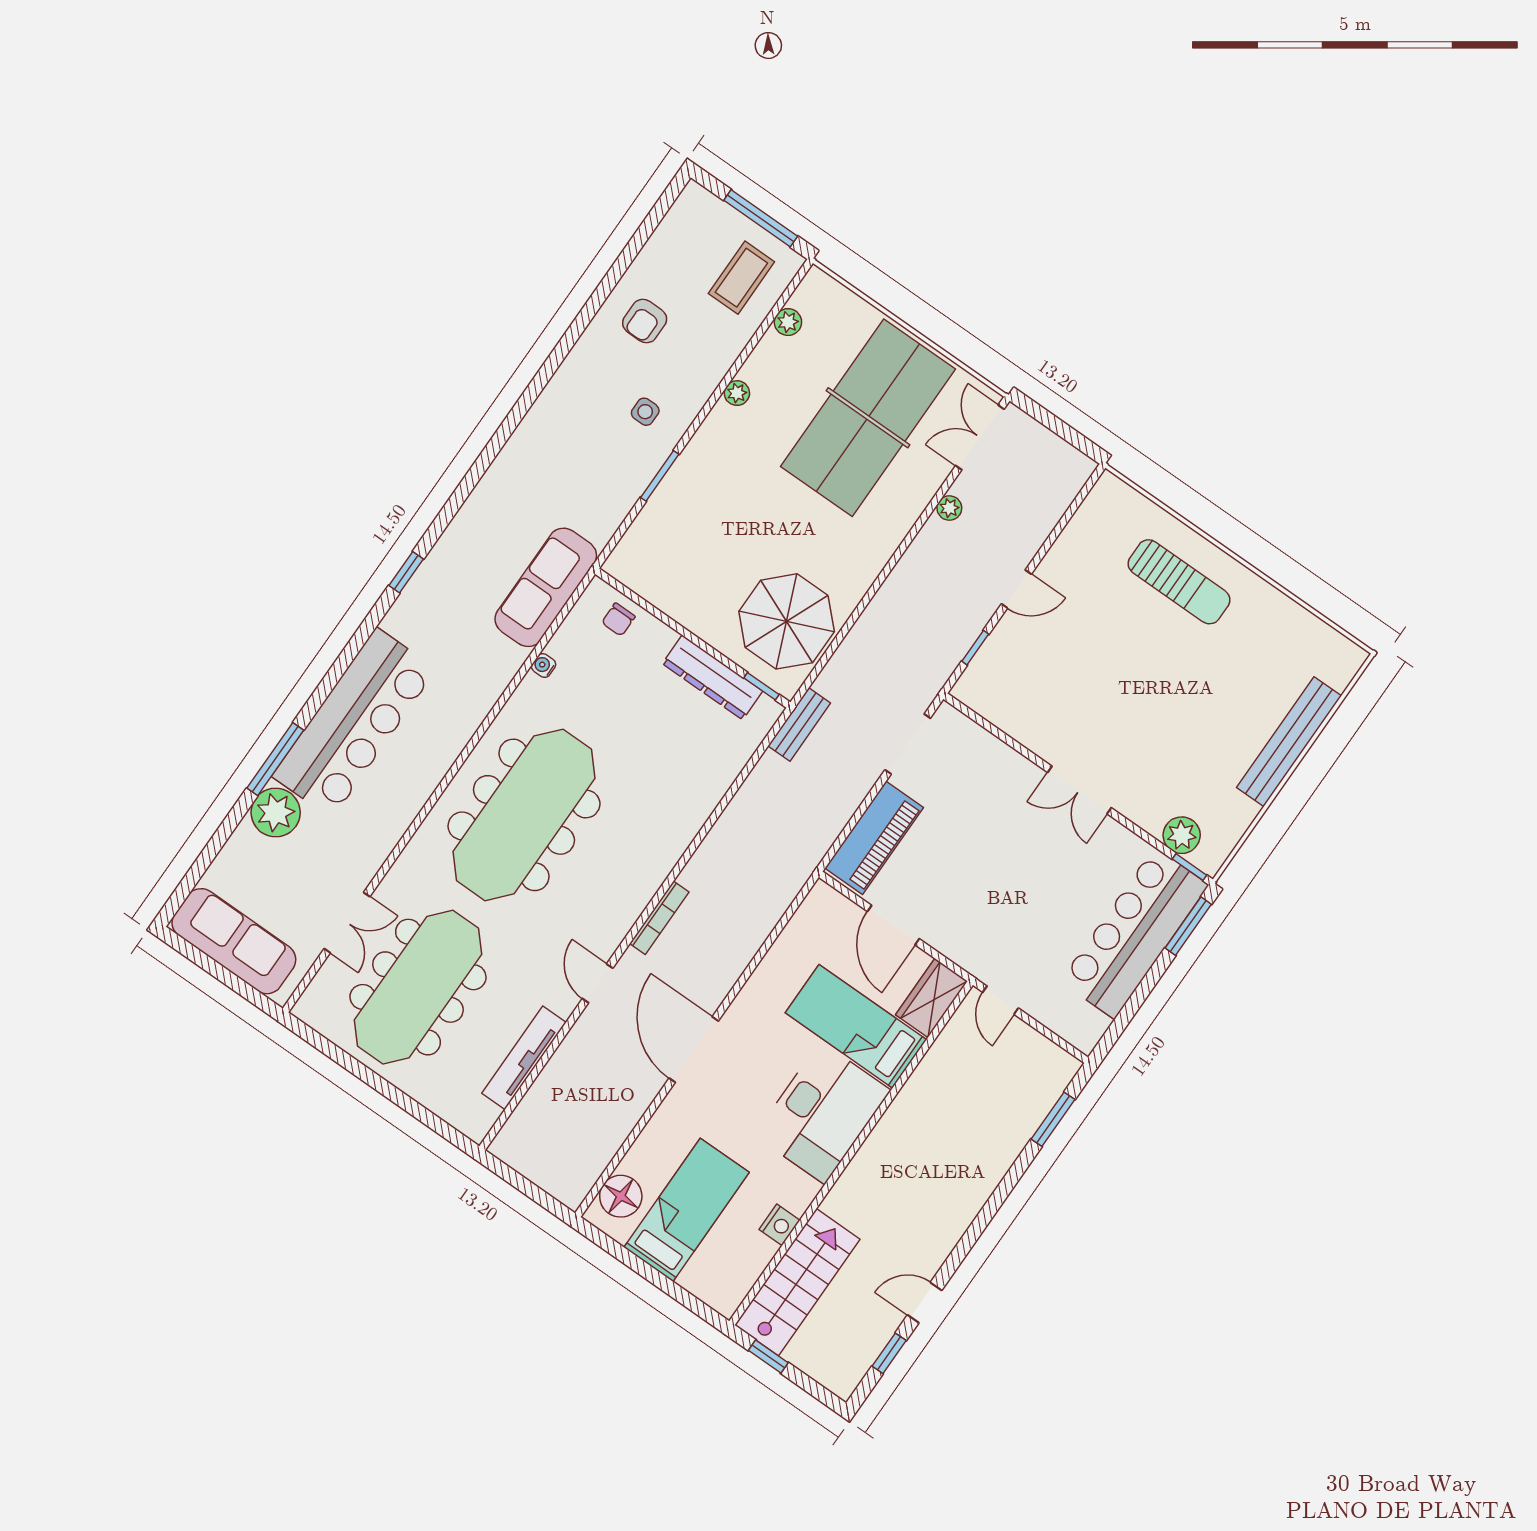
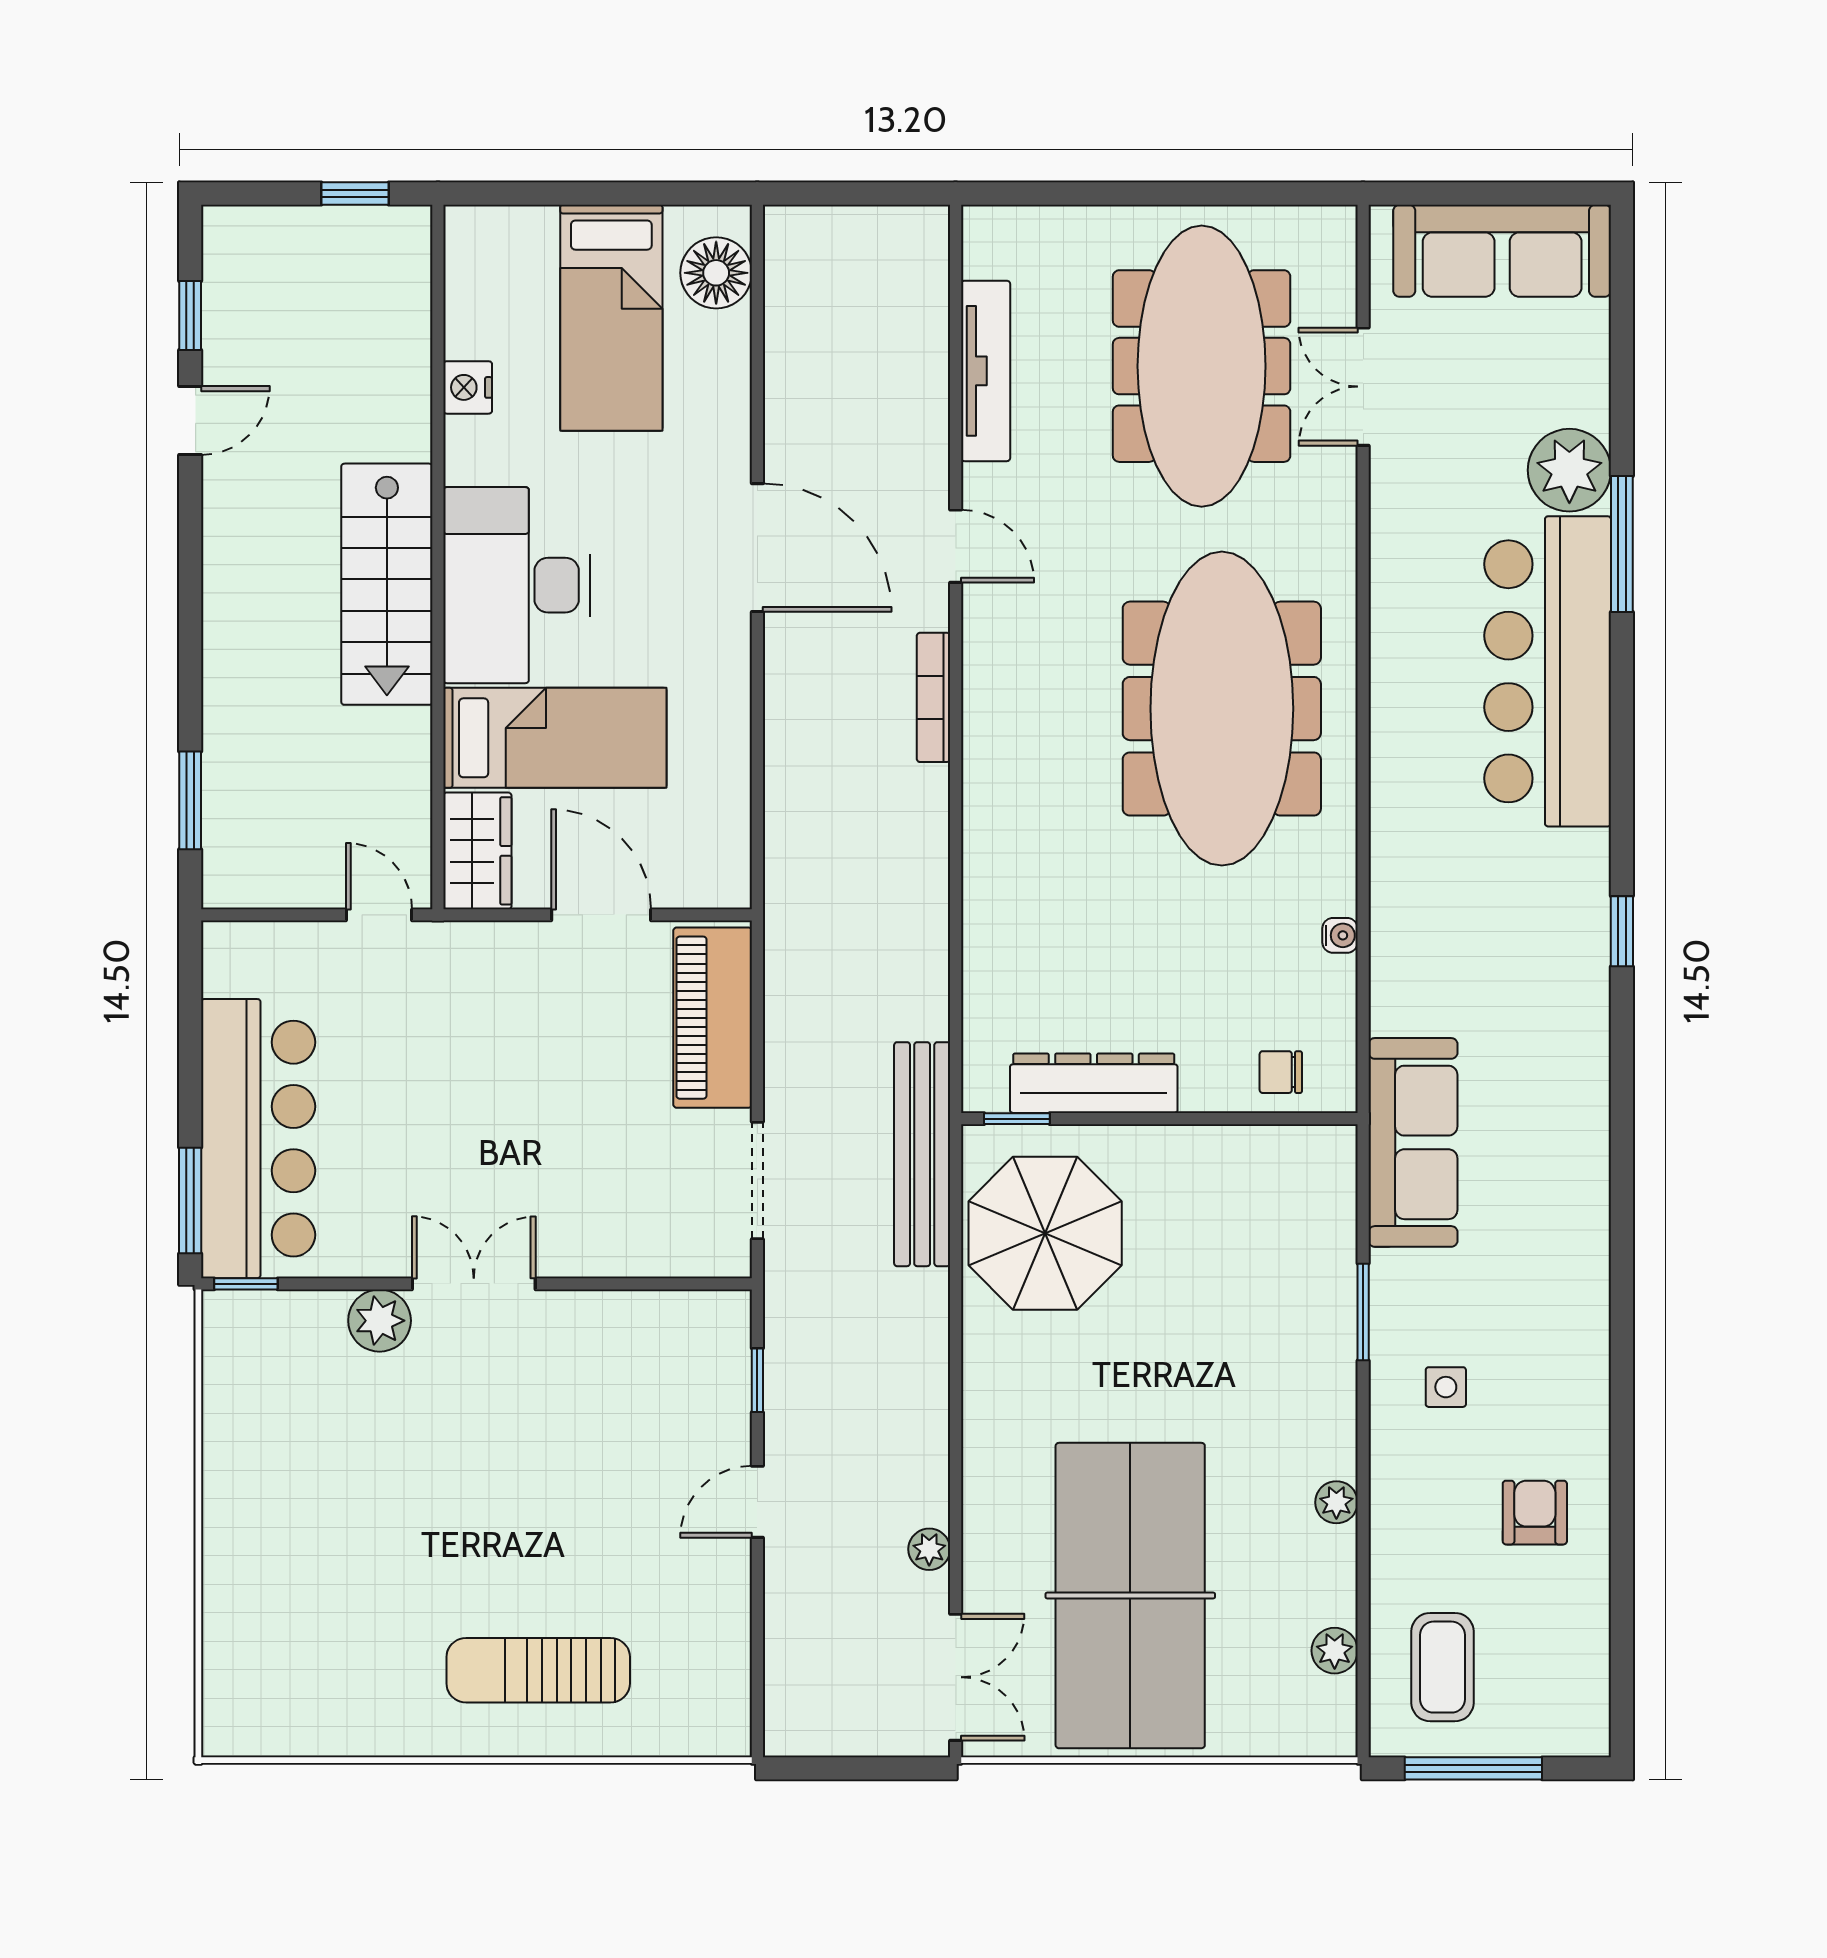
sofa: (546, 587) -> (1413, 1142), moved
chair: (618, 620) -> (1281, 1072), turned -90
bench: (799, 725) -> (922, 1154), width x1.86, depth x1.21
bench: (1289, 742) -> (230, 1555), removed
plant: (1182, 835) -> (380, 1321), moved
stairs: (797, 1282) -> (387, 584), moved

